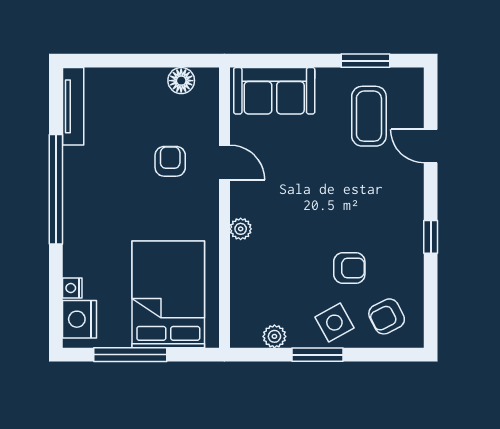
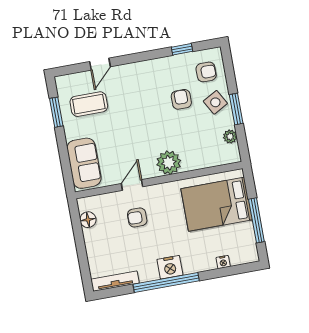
plant: (241, 229) -> (169, 163), width x1.88, depth x1.88
window: (431, 237) -> (182, 49), moved
armchair: (387, 316) -> (206, 72), turned -63
nightstand: (80, 319) -> (170, 267), moved

